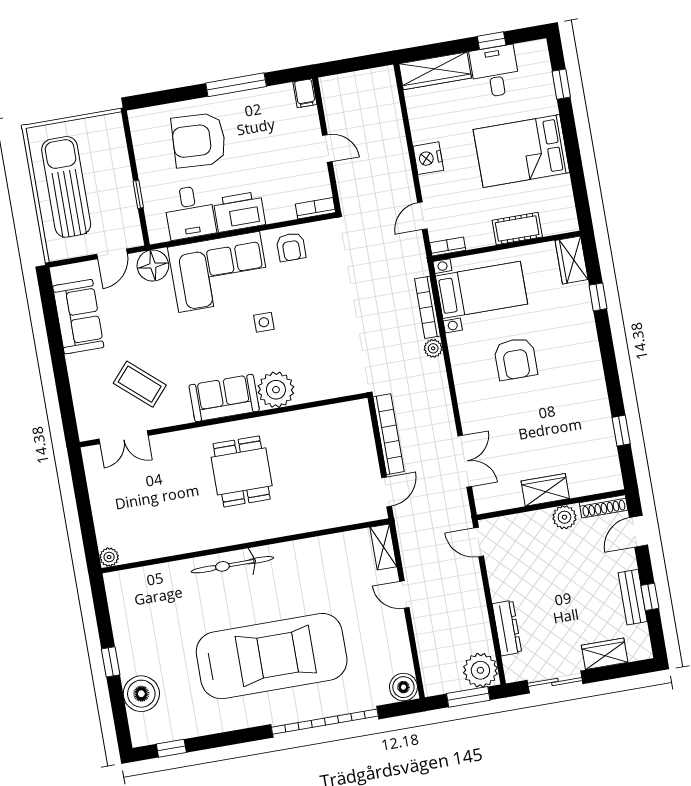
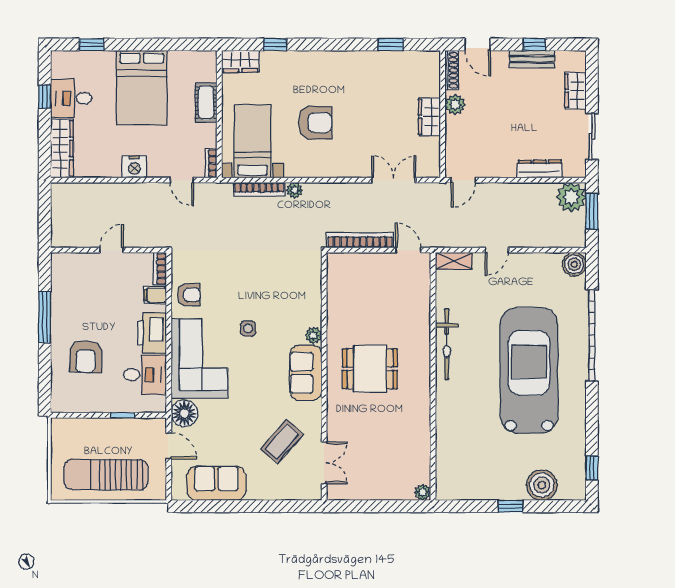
filing cabinet: (305, 93) -> (155, 295), moved, turned 180
armchair: (199, 140) -> (86, 357), width x0.73, depth x0.73
plant: (276, 390) -> (314, 335), width x0.53, depth x0.53
bicycle: (232, 565) -> (447, 344), moved

